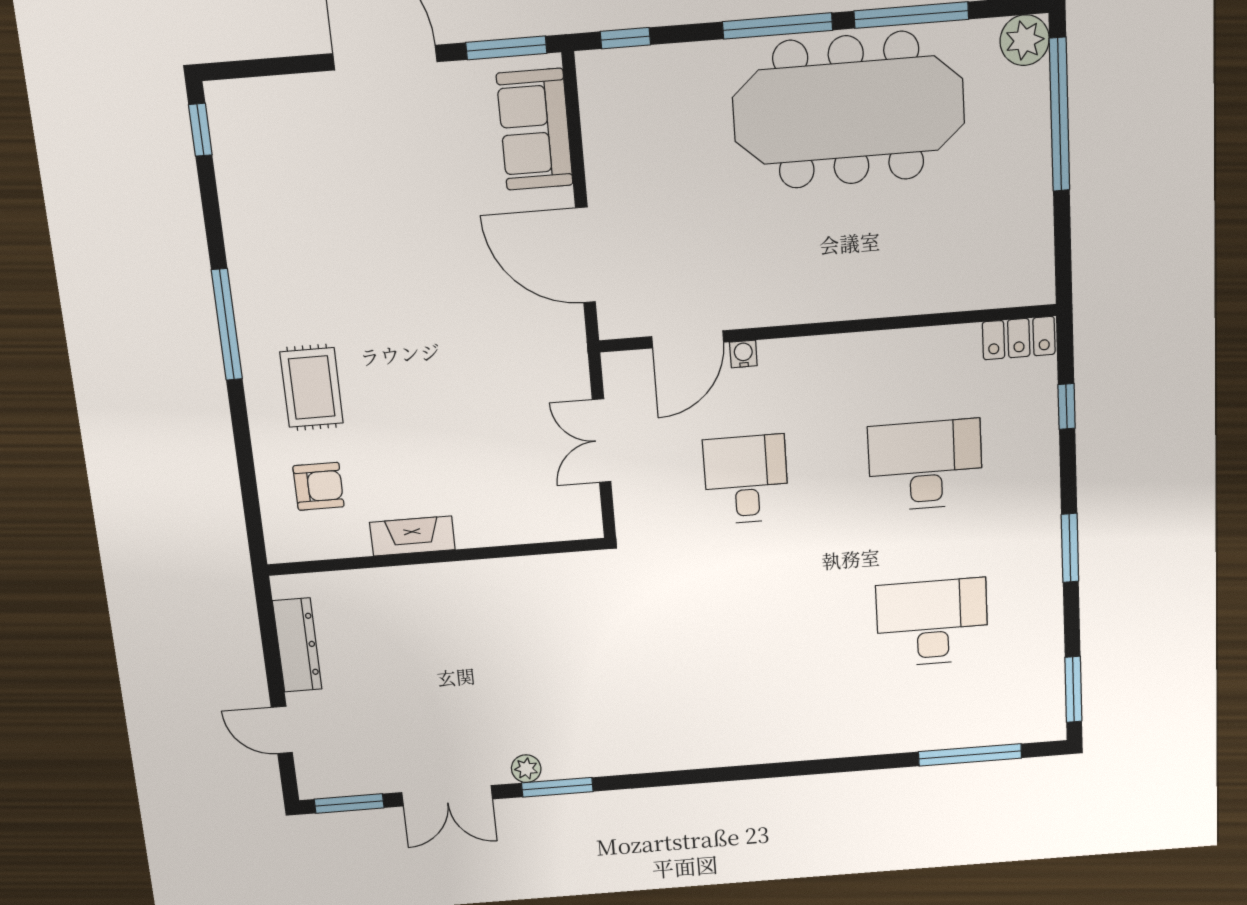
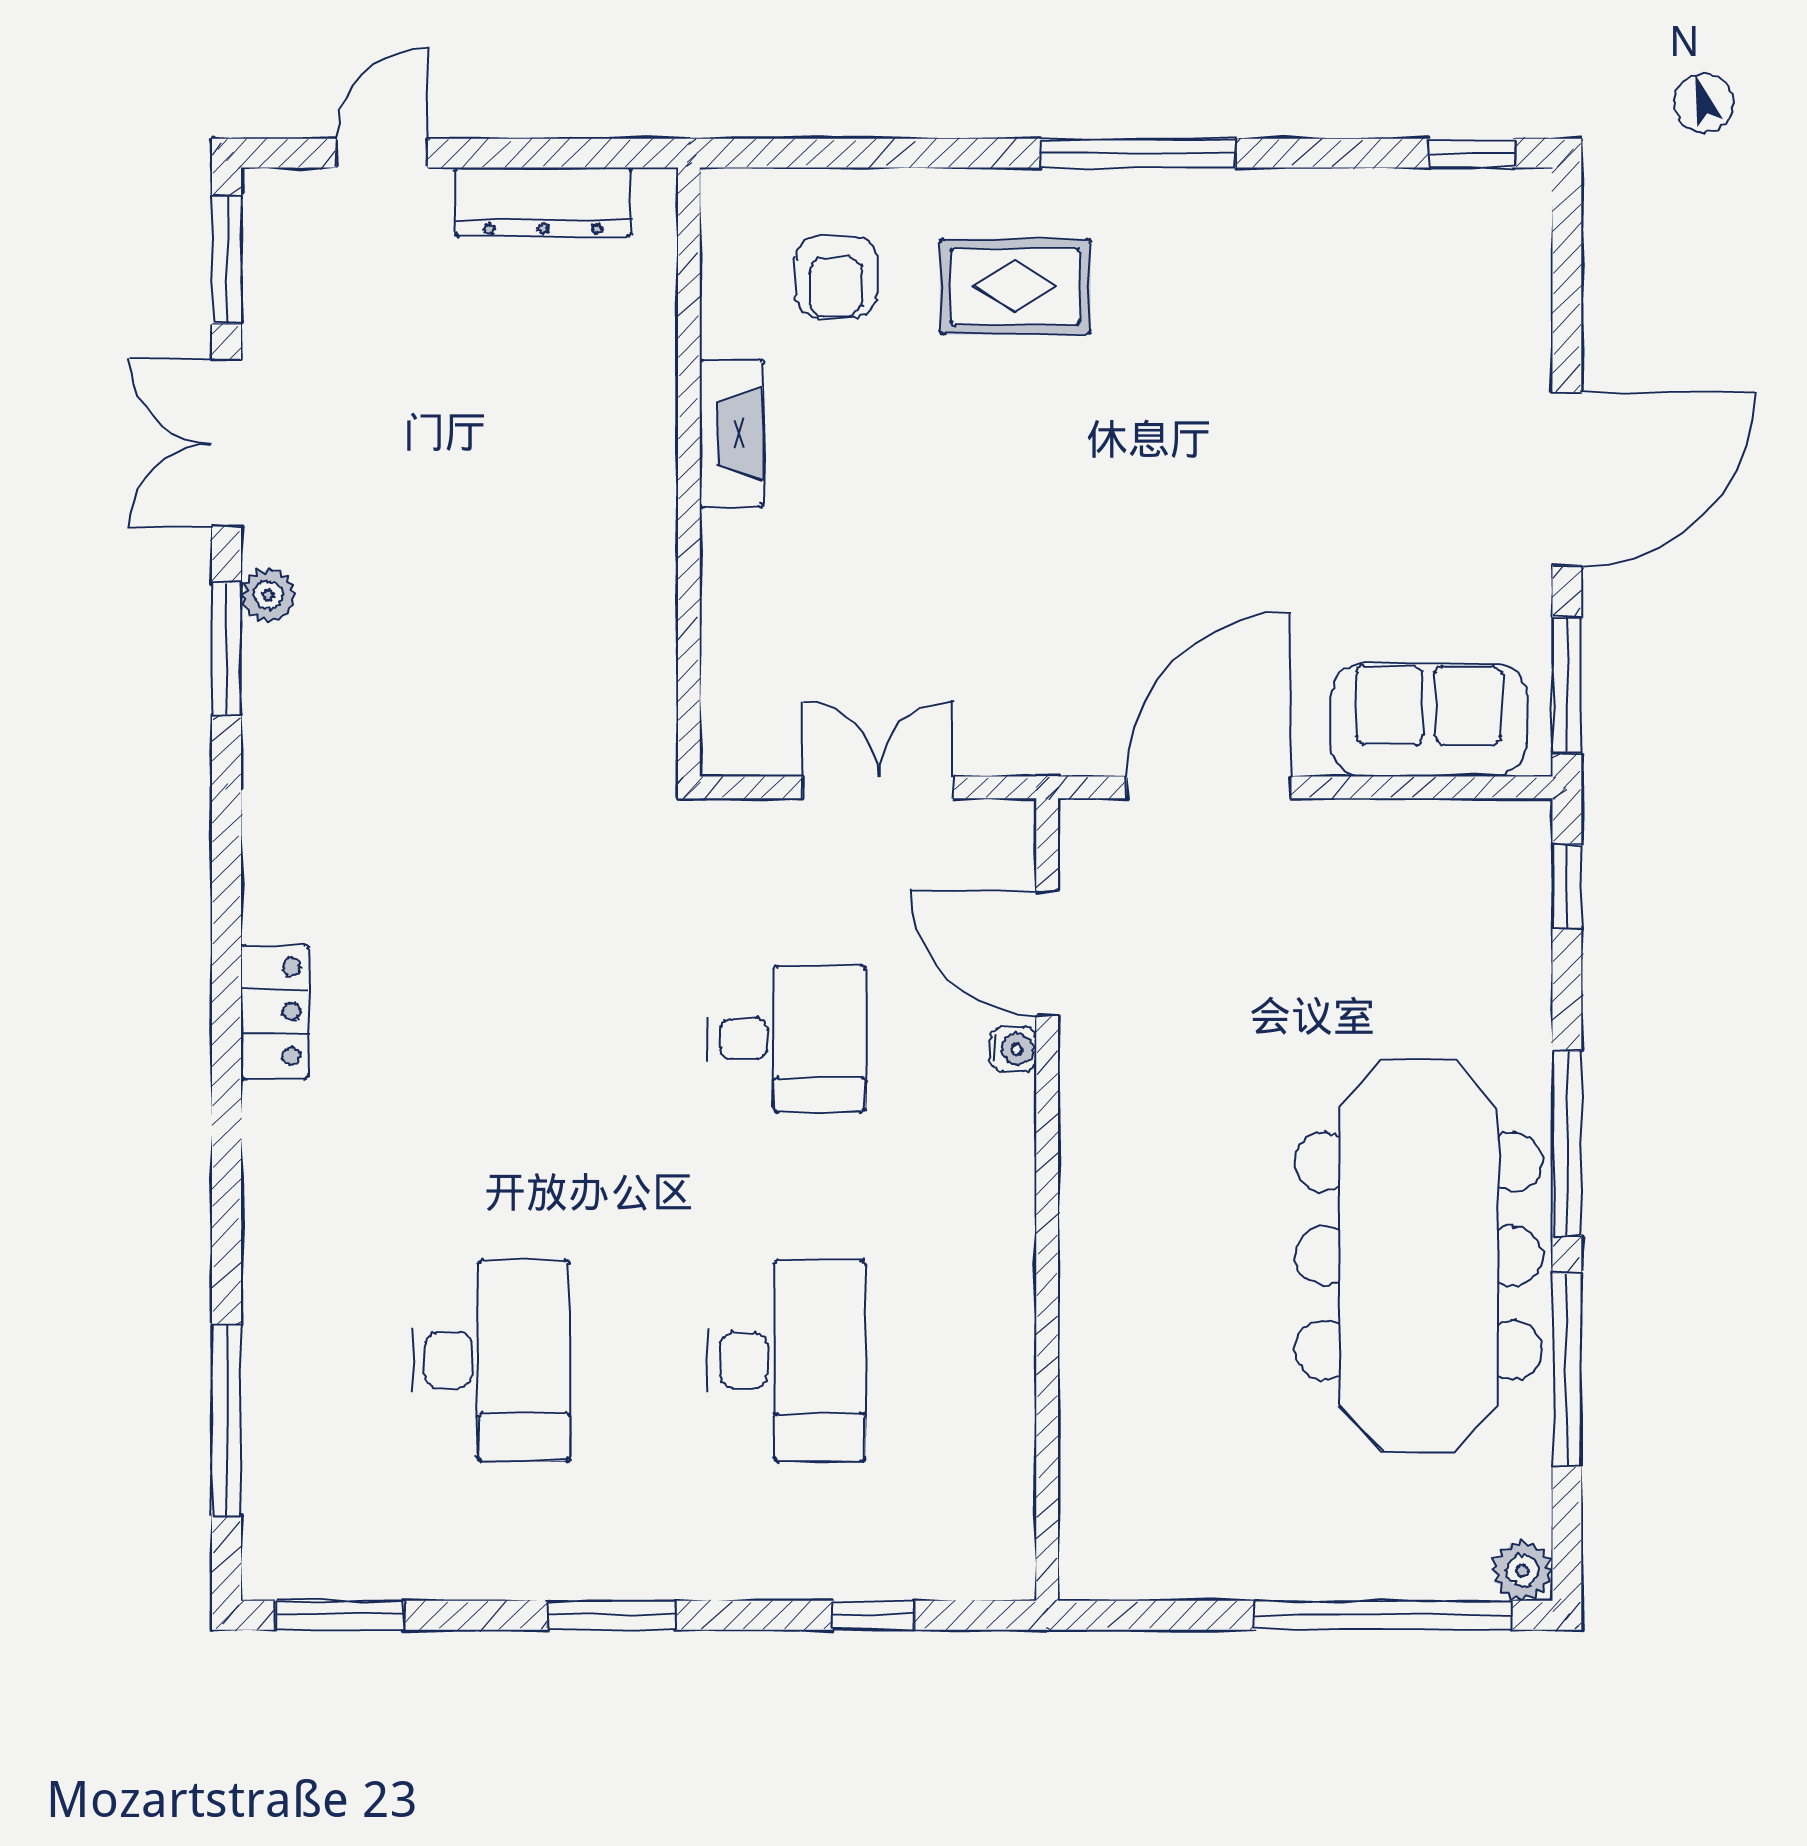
plant: (1025, 40) -> (1522, 1571), width x0.73, depth x0.73
locker: (1019, 338) -> (275, 1011), moved, turned 180

